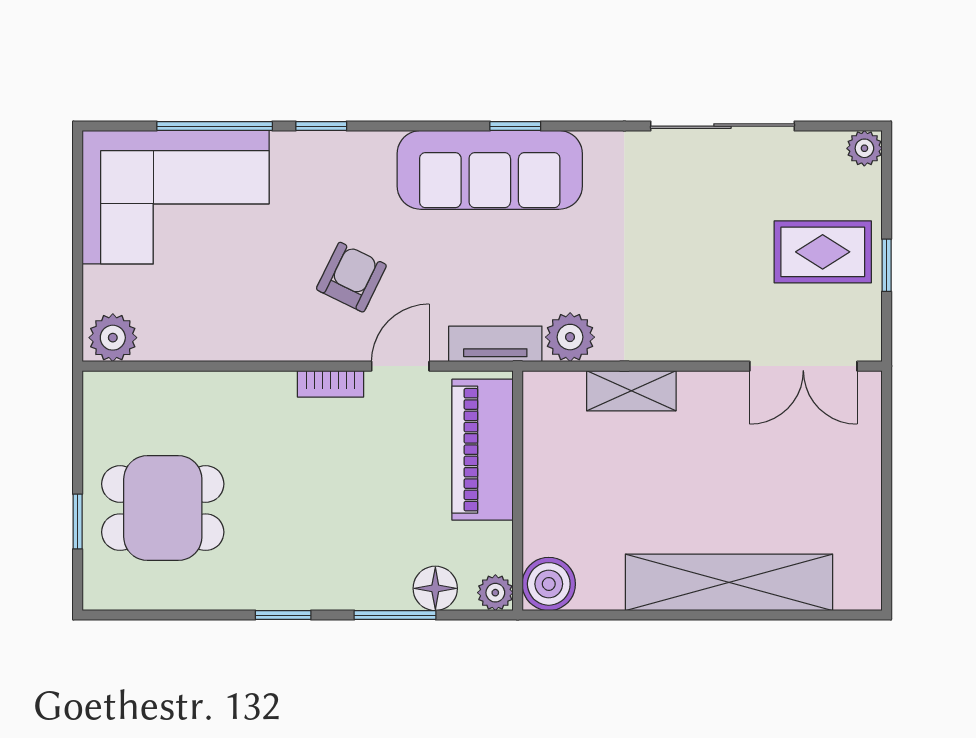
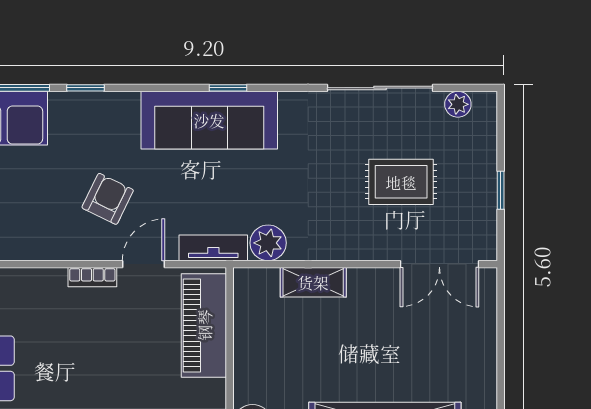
plant: (864, 148) -> (458, 104), moved
rug: (823, 252) -> (401, 182), moved

